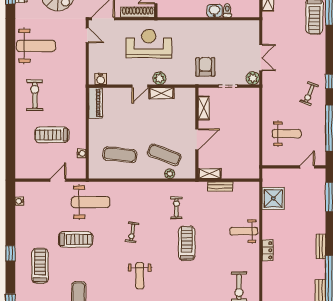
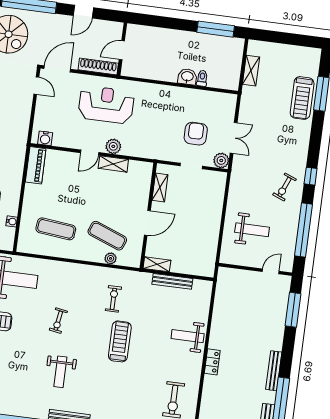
armchair: (205, 67) -> (196, 134), moved
bench: (220, 186) -> (172, 281), width x1.36
shower: (273, 198) -> (227, 303), removed
bench: (321, 246) -> (274, 371), width x1.36

